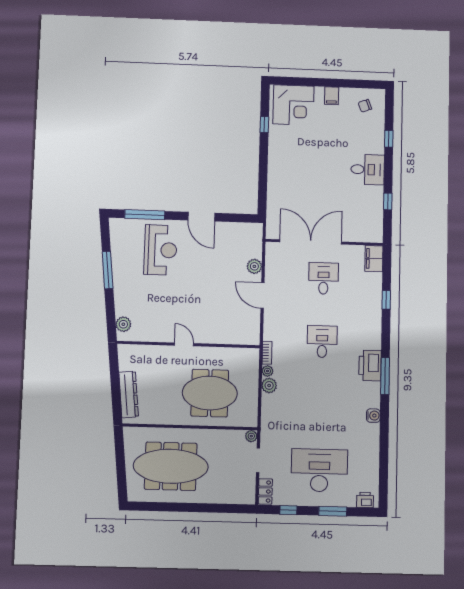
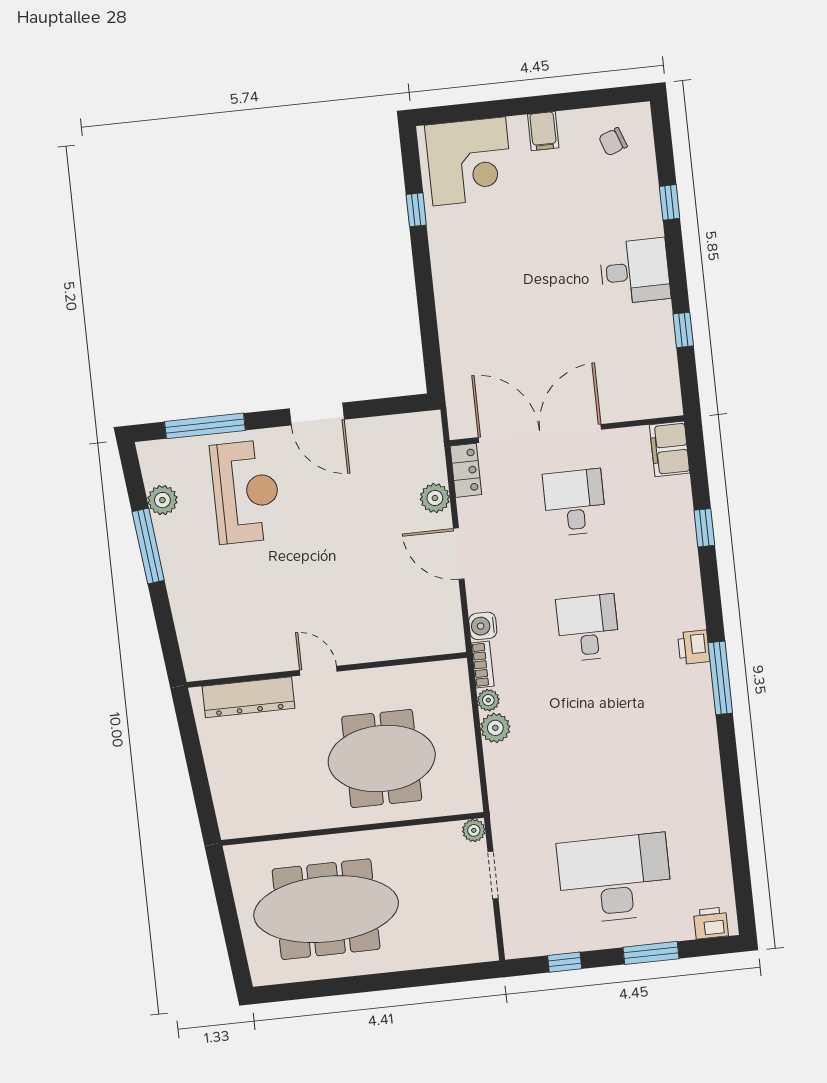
plant: (123, 324) -> (162, 500), moved
printer: (370, 366) -> (694, 647), width x0.53, depth x0.68
dresser: (129, 395) -> (248, 697), moved, turned 96
water cooler: (373, 416) -> (483, 626), moved, turned 180
locker: (265, 491) -> (466, 470), moved

